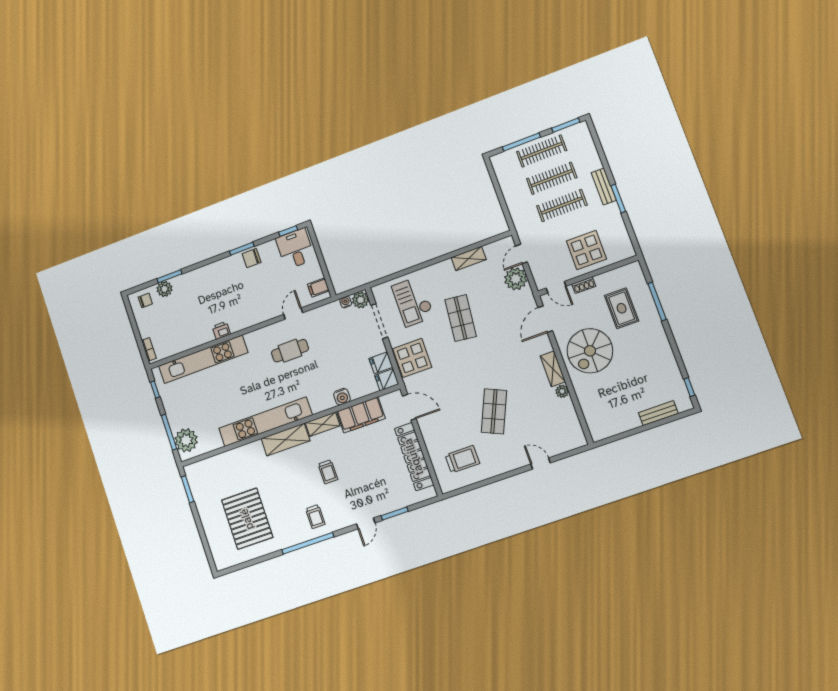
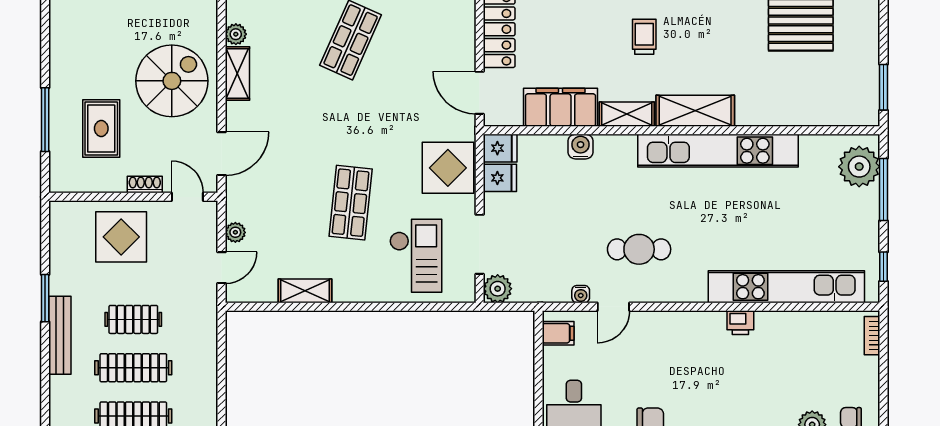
bench: (604, 187) -> (60, 335), width x1.36
clothes rail: (562, 206) -> (133, 319), width x0.73
plant: (516, 279) -> (235, 232), width x0.53, depth x0.53
water cooler: (346, 302) -> (581, 294), moved

